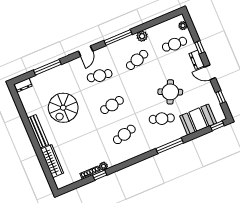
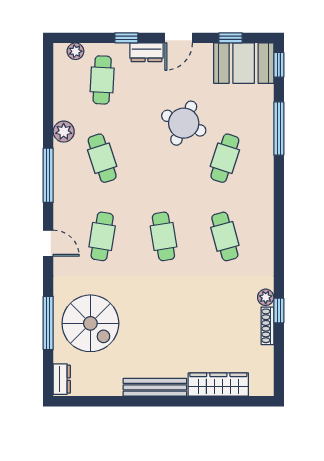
spiral stairs: (63, 108) -> (90, 323), moved
booth: (198, 120) -> (244, 63), moved, turned 90
window: (170, 146) -> (279, 129), moved

